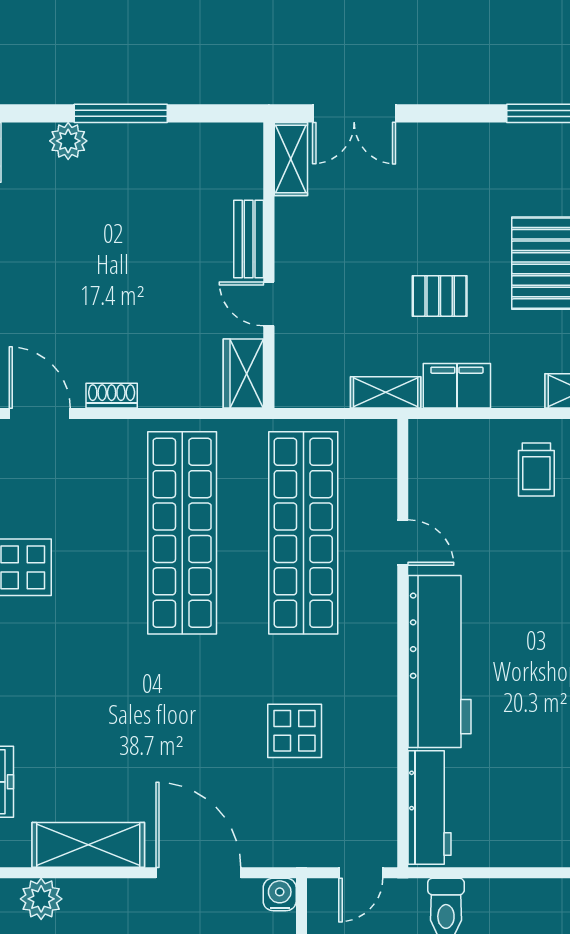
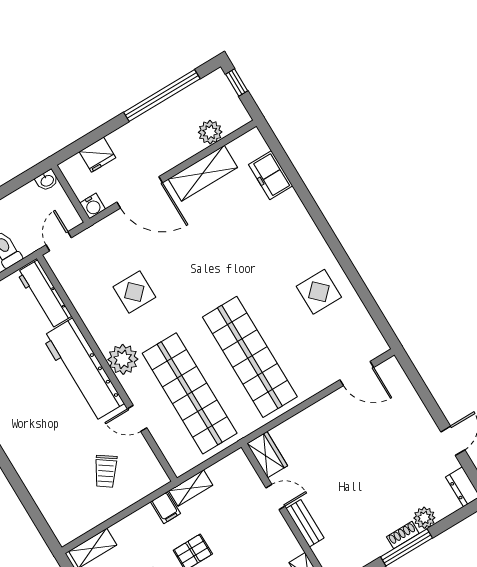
filing cabinet: (457, 386) -> (166, 508), width x0.50
shoe rack: (112, 396) -> (403, 535), moved, turned 180
trolley: (536, 469) -> (106, 471), moved, turned -145
plant: (371, 642) -> (123, 359), added

